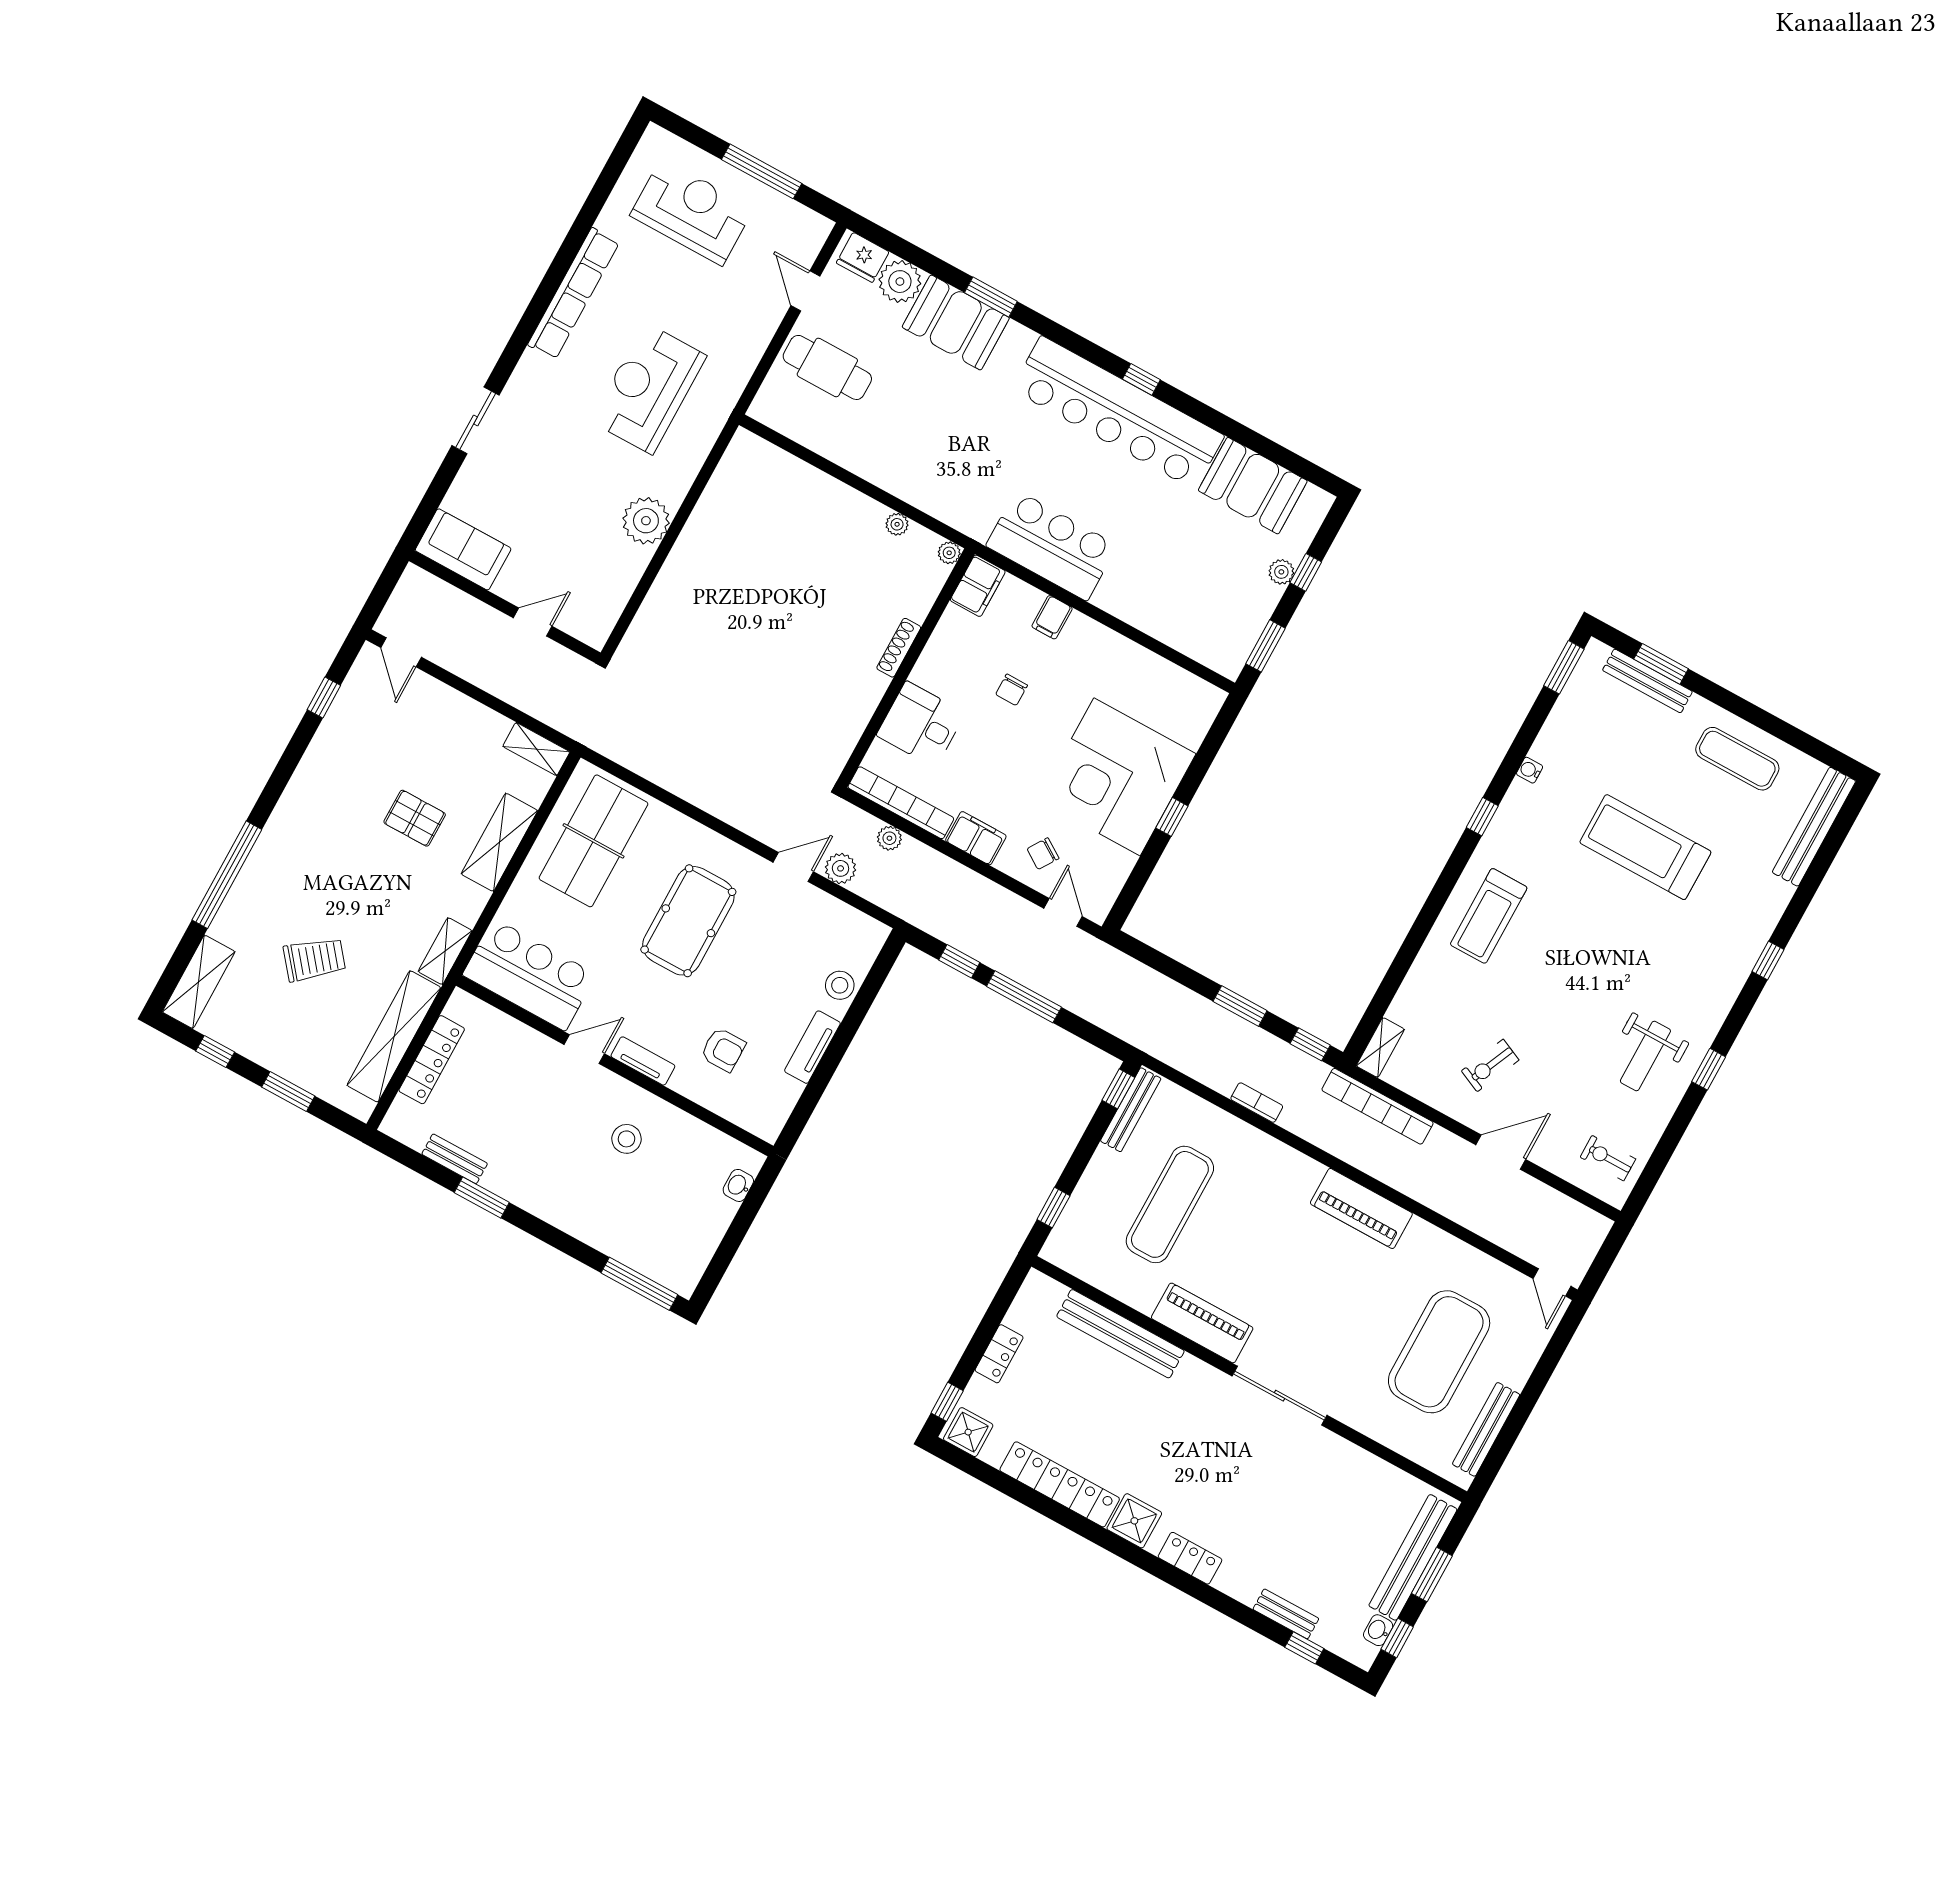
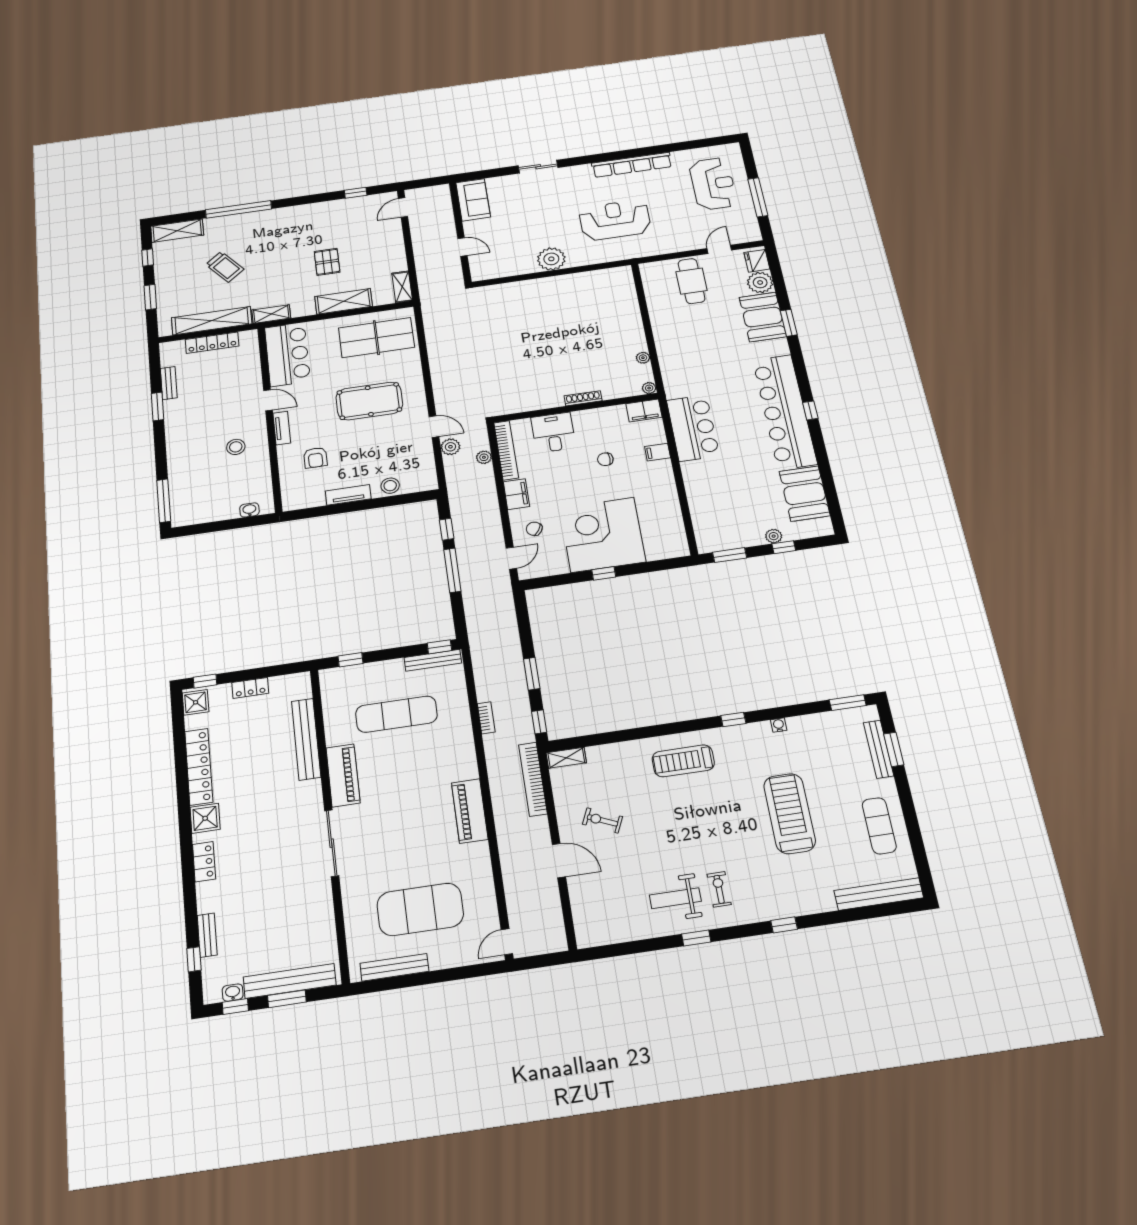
exercise bike: (1608, 1158) -> (719, 889), moved

